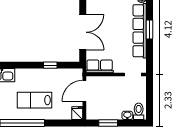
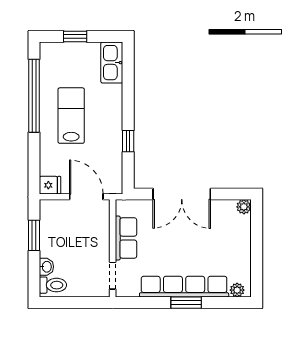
row of seats: (100, 66) -> (126, 238), moved

